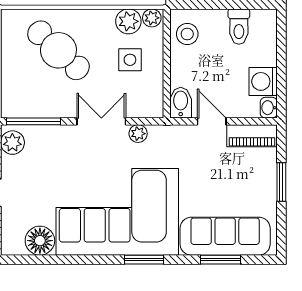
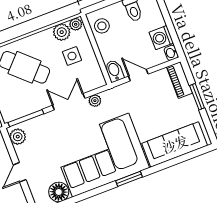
piano: (252, 136) -> (179, 80), moved, turned 90
window: (220, 260) -> (177, 160), removed

